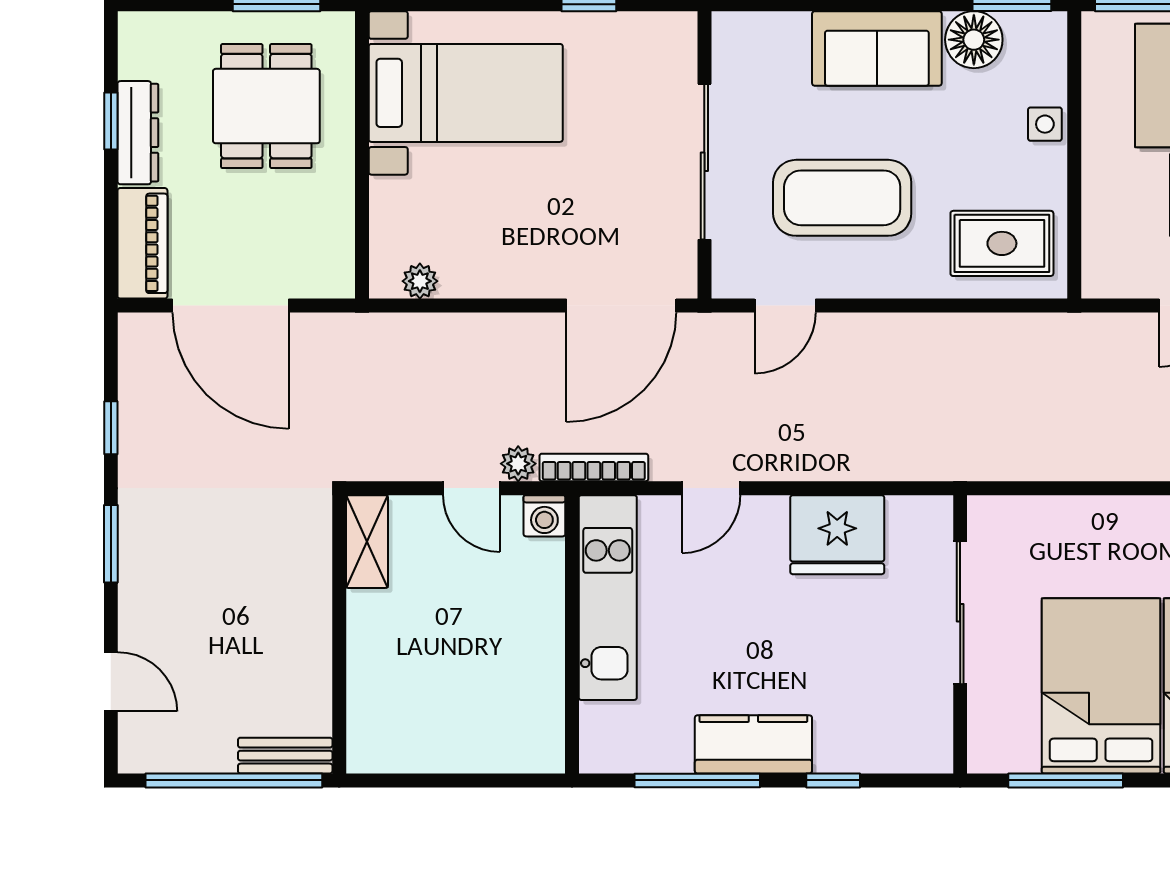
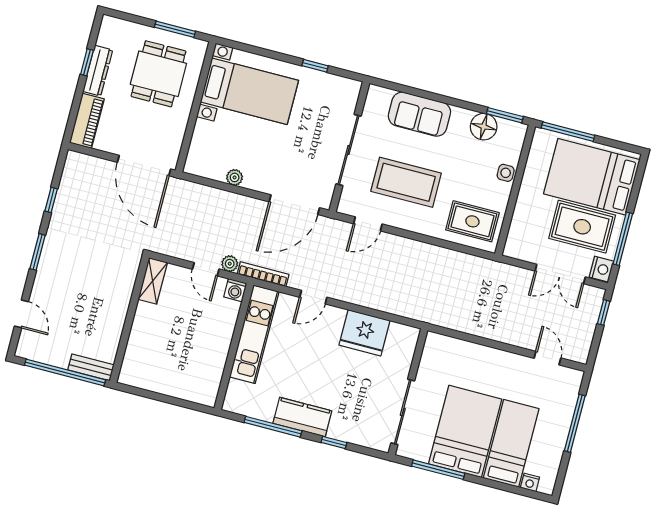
sofa: (877, 48) -> (419, 114), moved
plant: (420, 281) -> (235, 177), moved
door: (231, 306) -> (144, 166), moved
sliding door: (960, 613) -> (403, 412), moved

